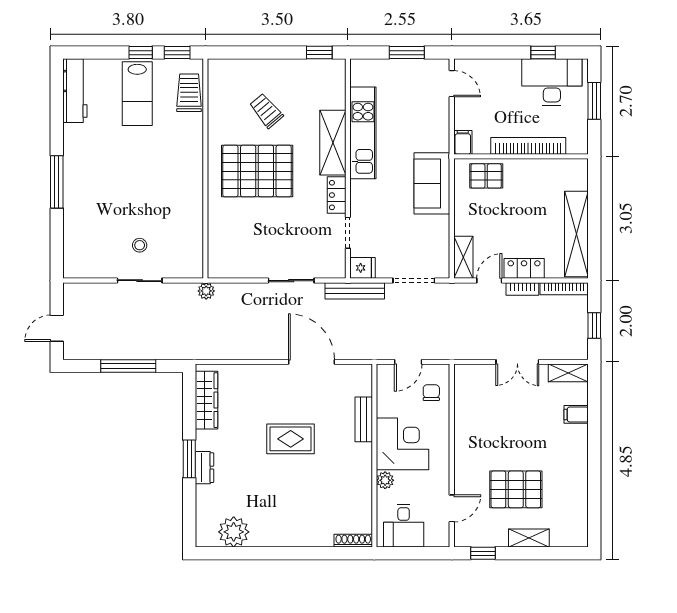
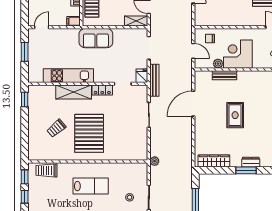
lab bench: (137, 94) -> (91, 186), moved
plant: (385, 480) -> (218, 64), moved

